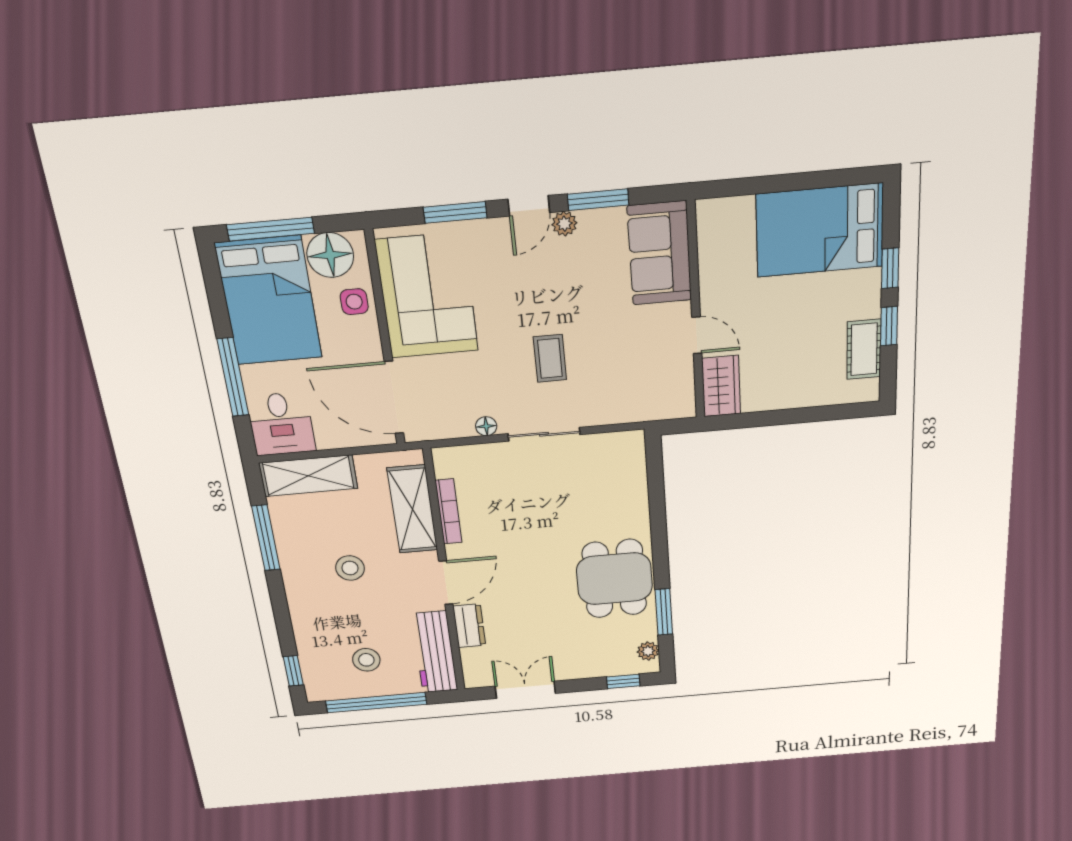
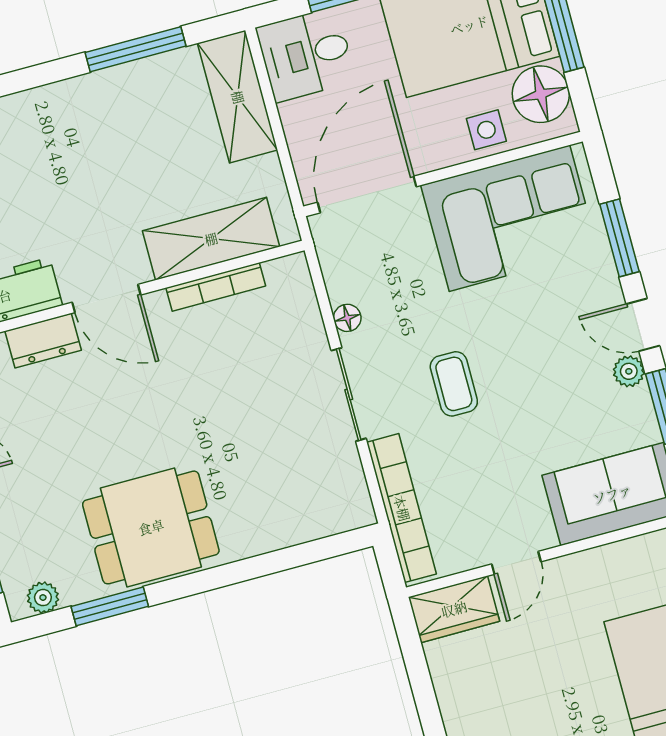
coffee table: (550, 358) -> (454, 384), turned 90
bookcase: (637, 411) -> (402, 508), added
stool: (350, 568) -> (108, 166), removed

